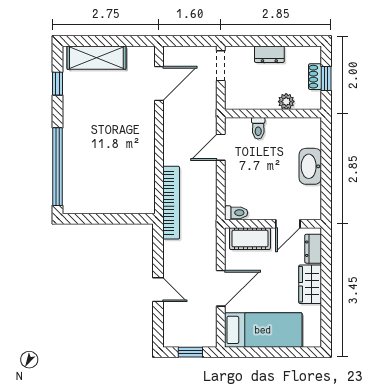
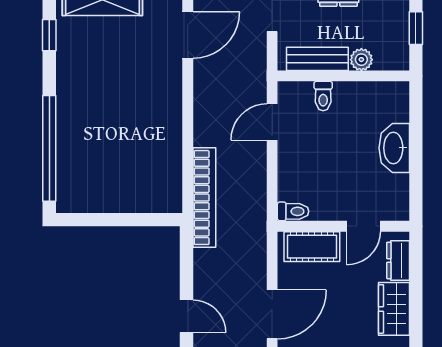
shoe rack: (315, 77) -> (401, 26), removed
bench: (254, 101) -> (317, 59), added

